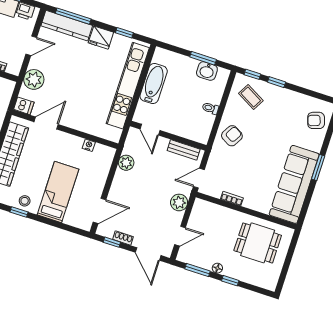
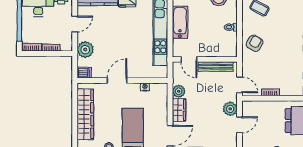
door: (46, 123) -> (117, 81), moved
bench: (184, 150) -> (216, 67), width x1.36
door: (199, 178) -> (239, 85), swing flipped
wardrobe: (120, 185) -> (179, 110), added
door: (180, 236) -> (239, 125), moved

